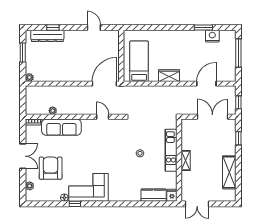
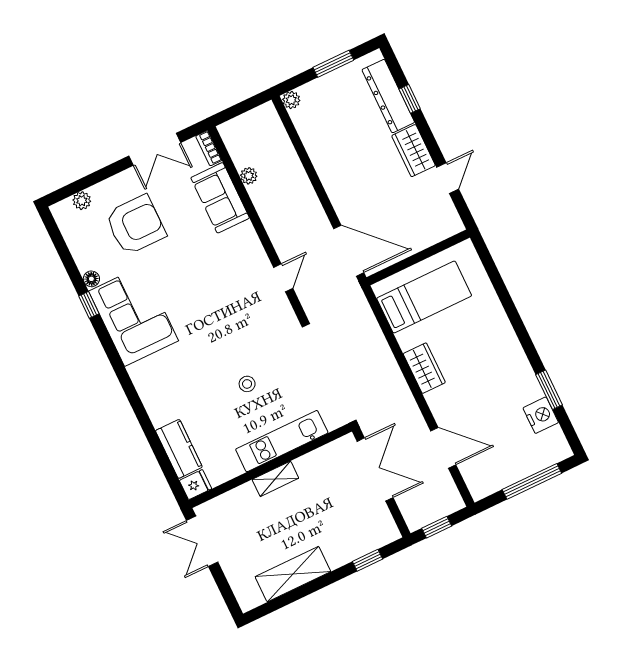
wardrobe: (75, 36) -> (414, 151), added
double door: (212, 117) -> (375, 469), moved
sofa: (61, 127) -> (220, 198), width x0.73
double door: (23, 156) -> (155, 149), moved

